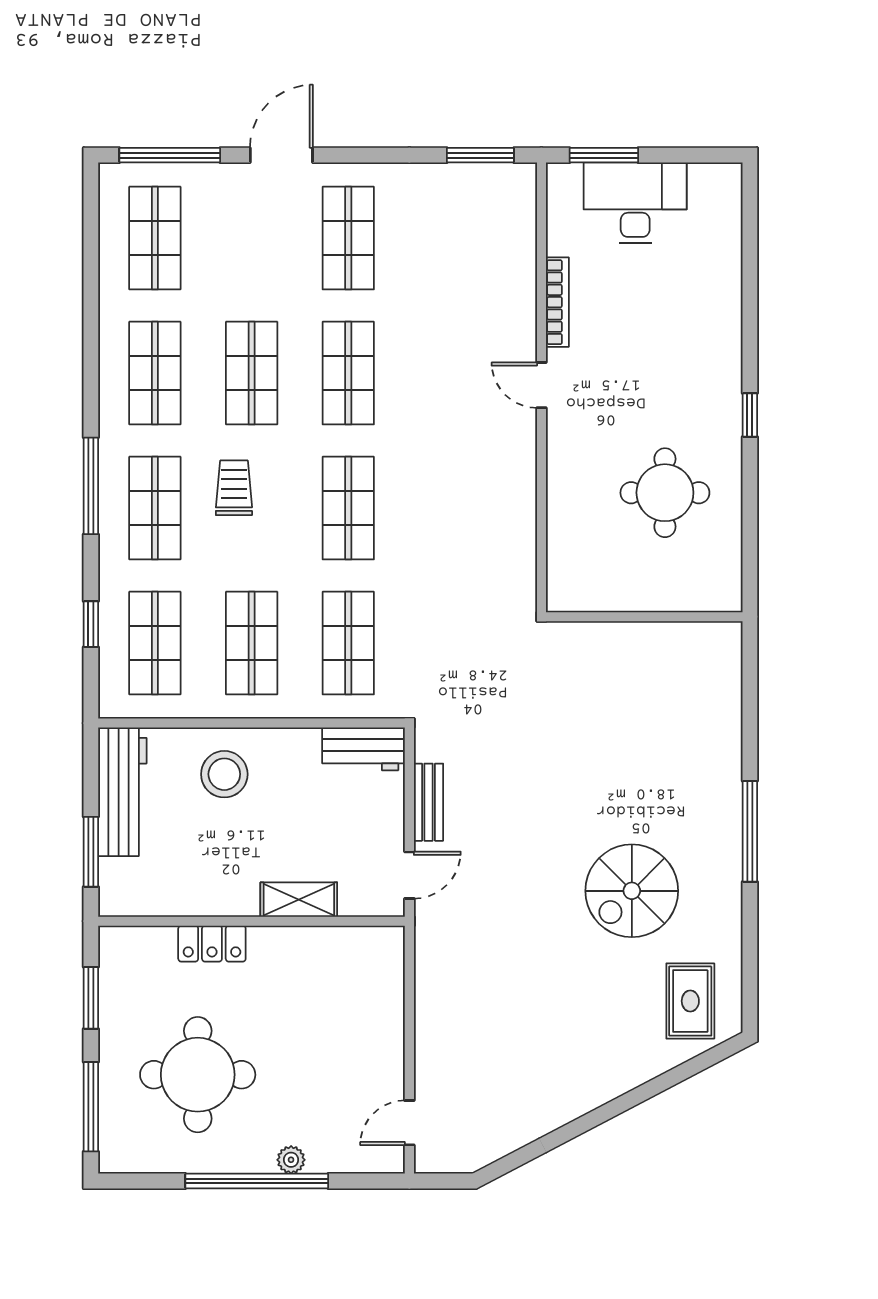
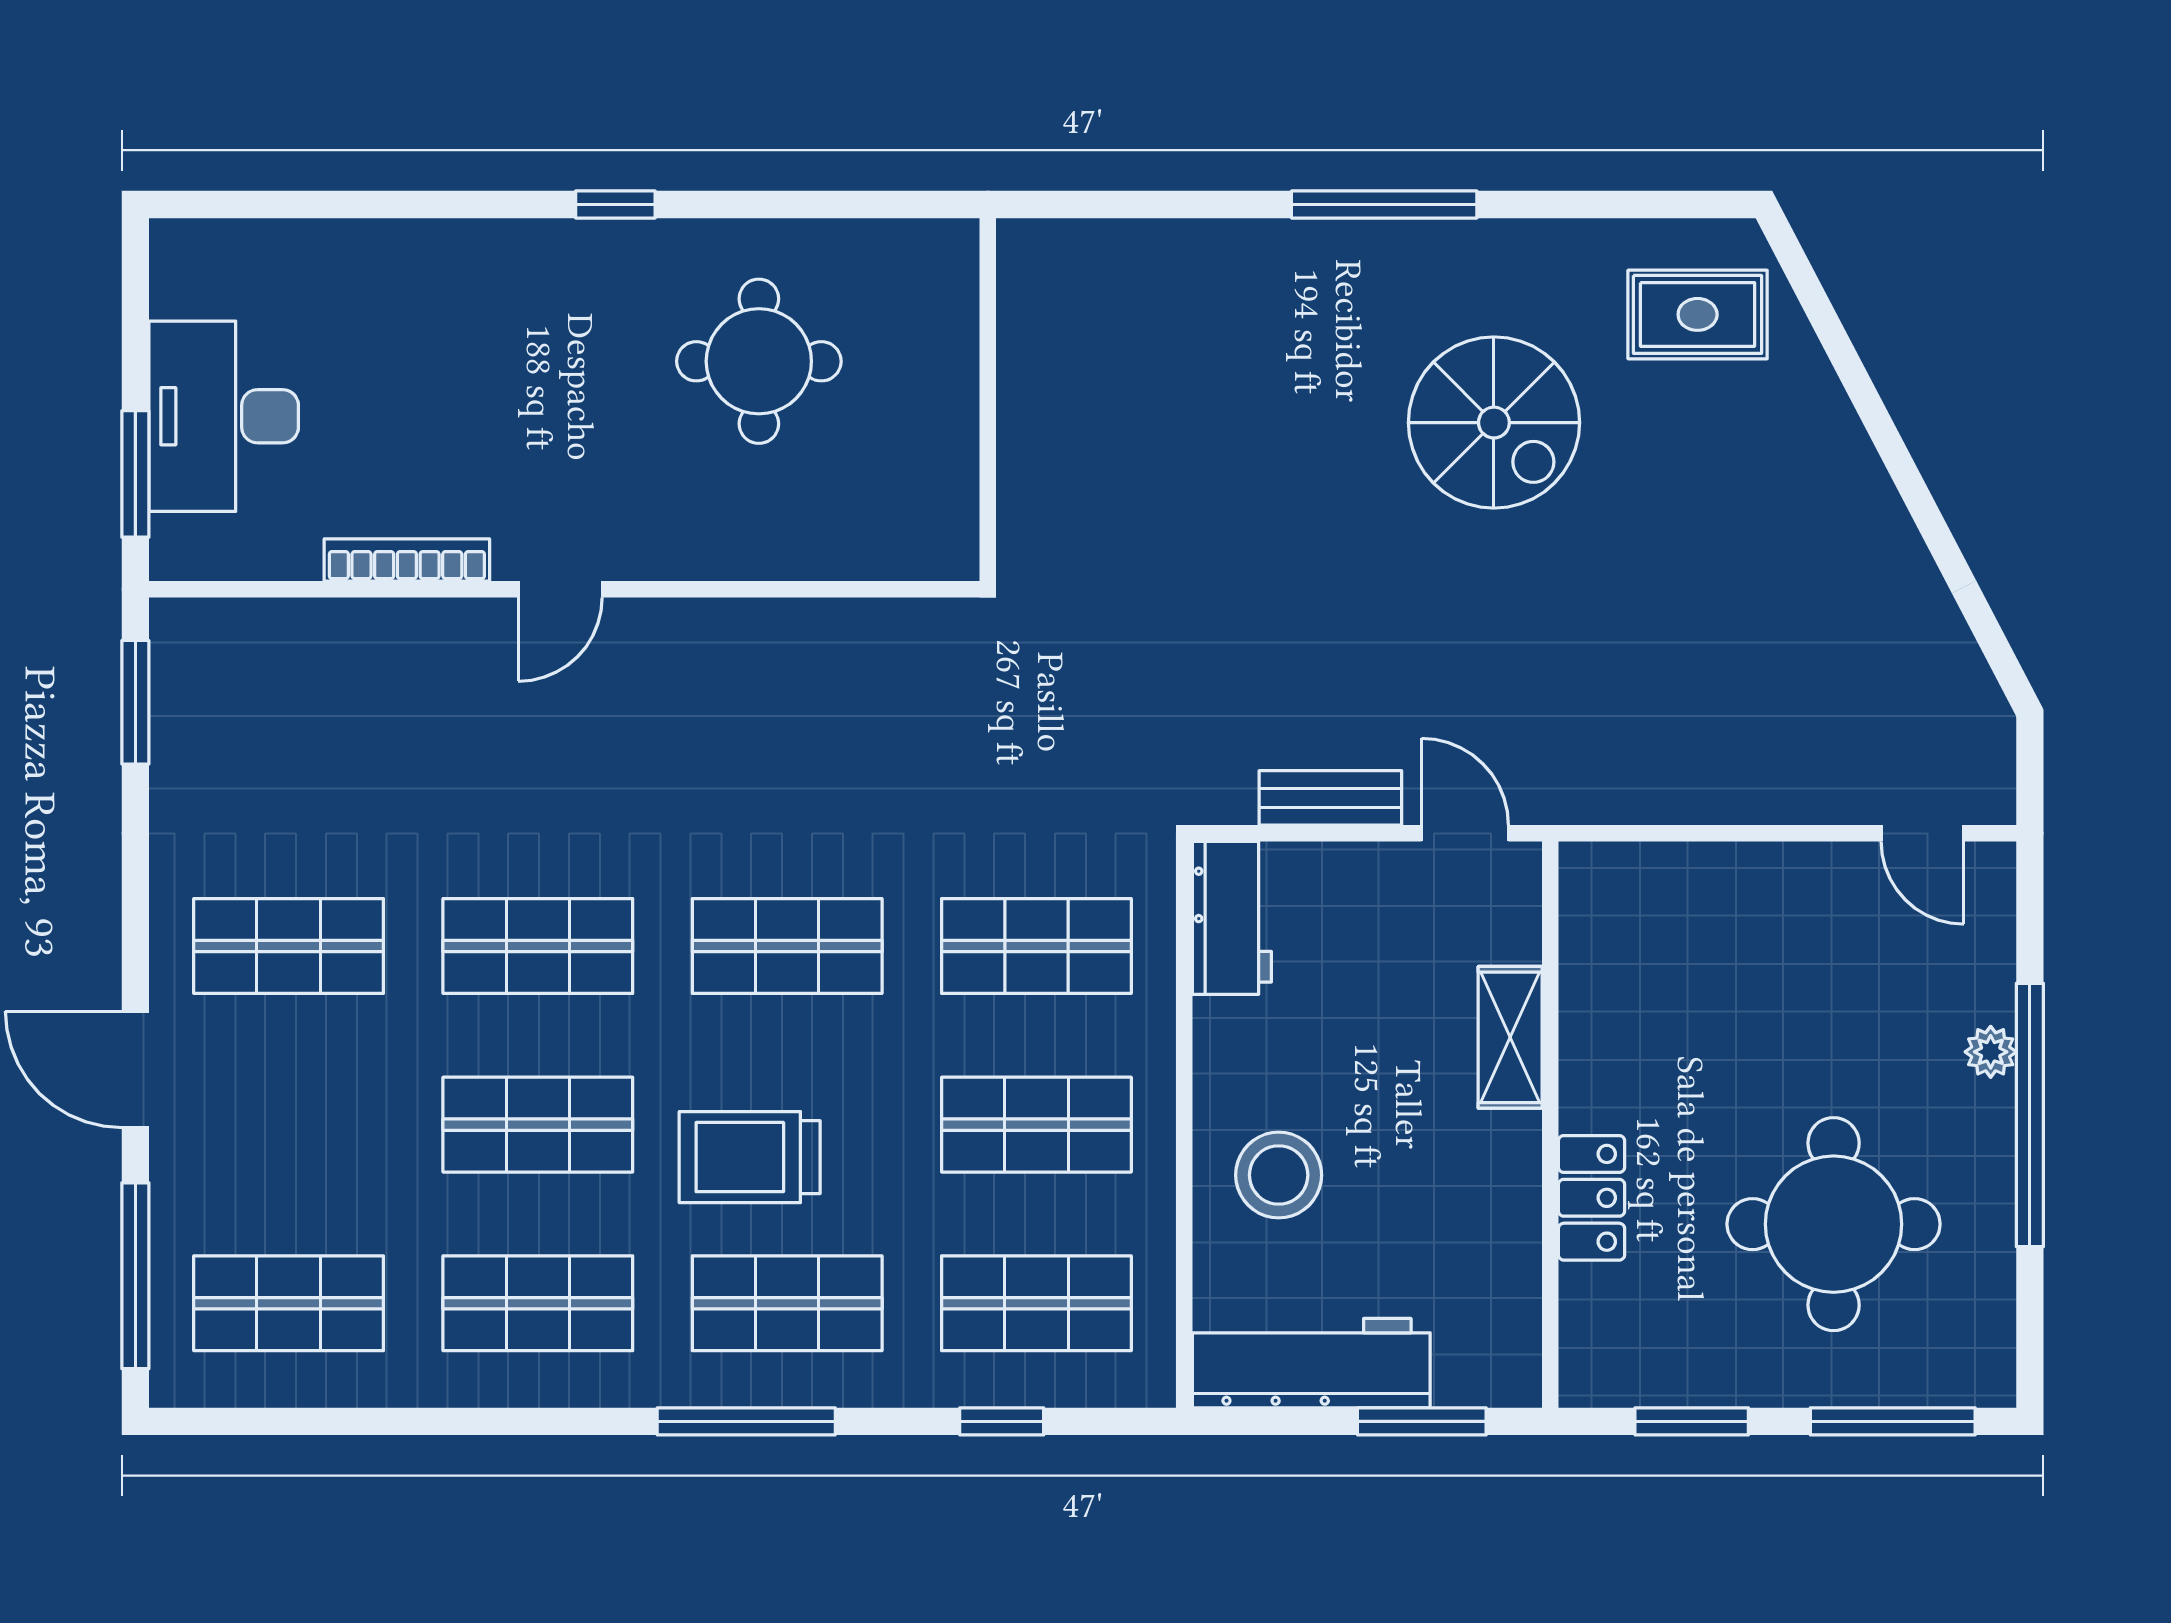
trolley: (234, 488) -> (750, 1157), width x1.36, depth x1.39

